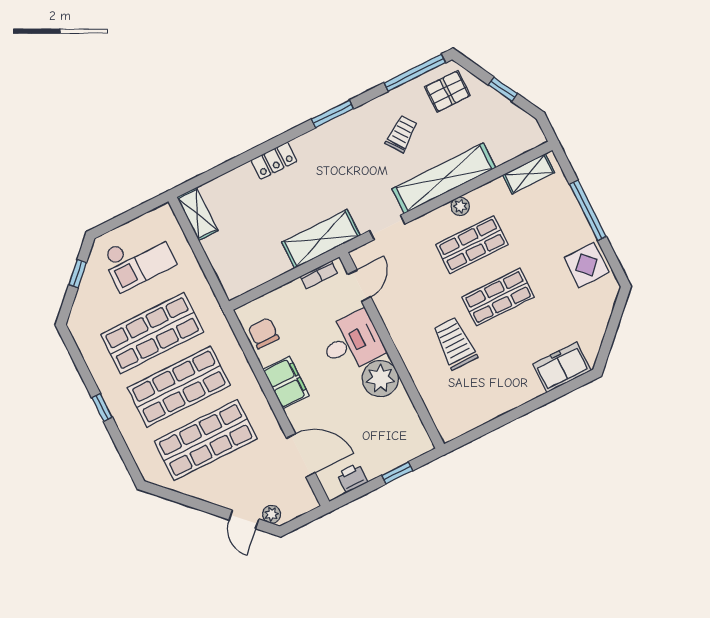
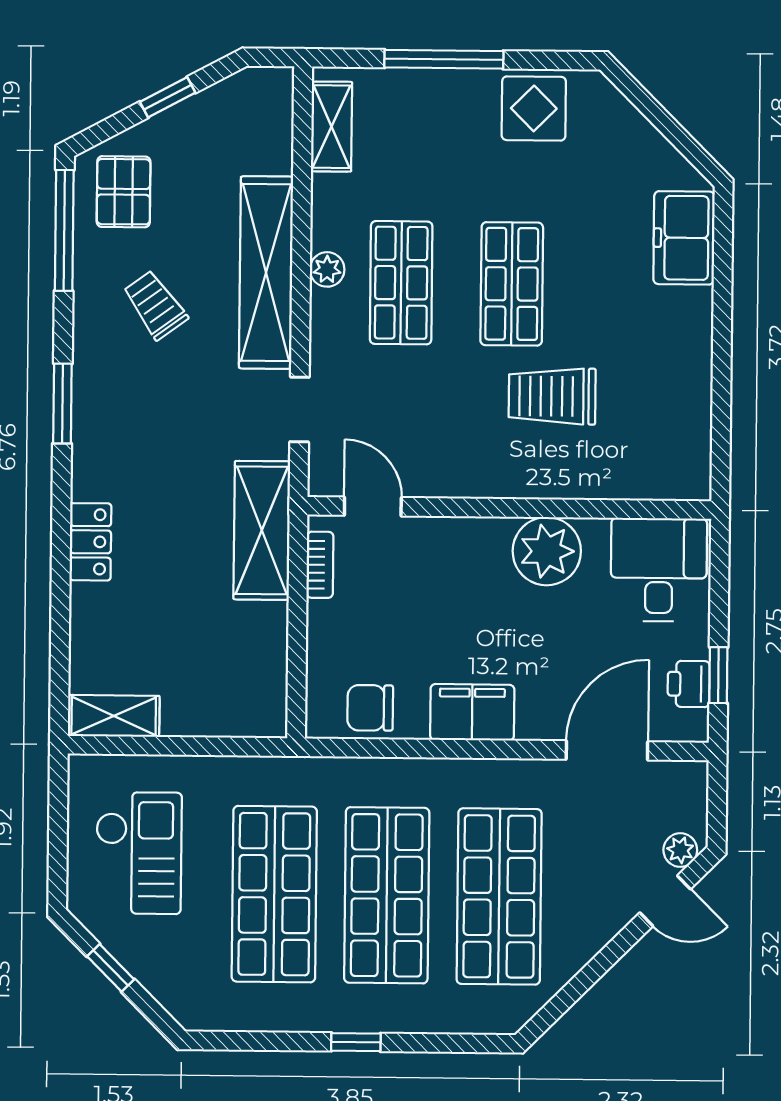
desk: (352, 342) -> (659, 570), moved
window: (397, 473) -> (718, 675), moved

